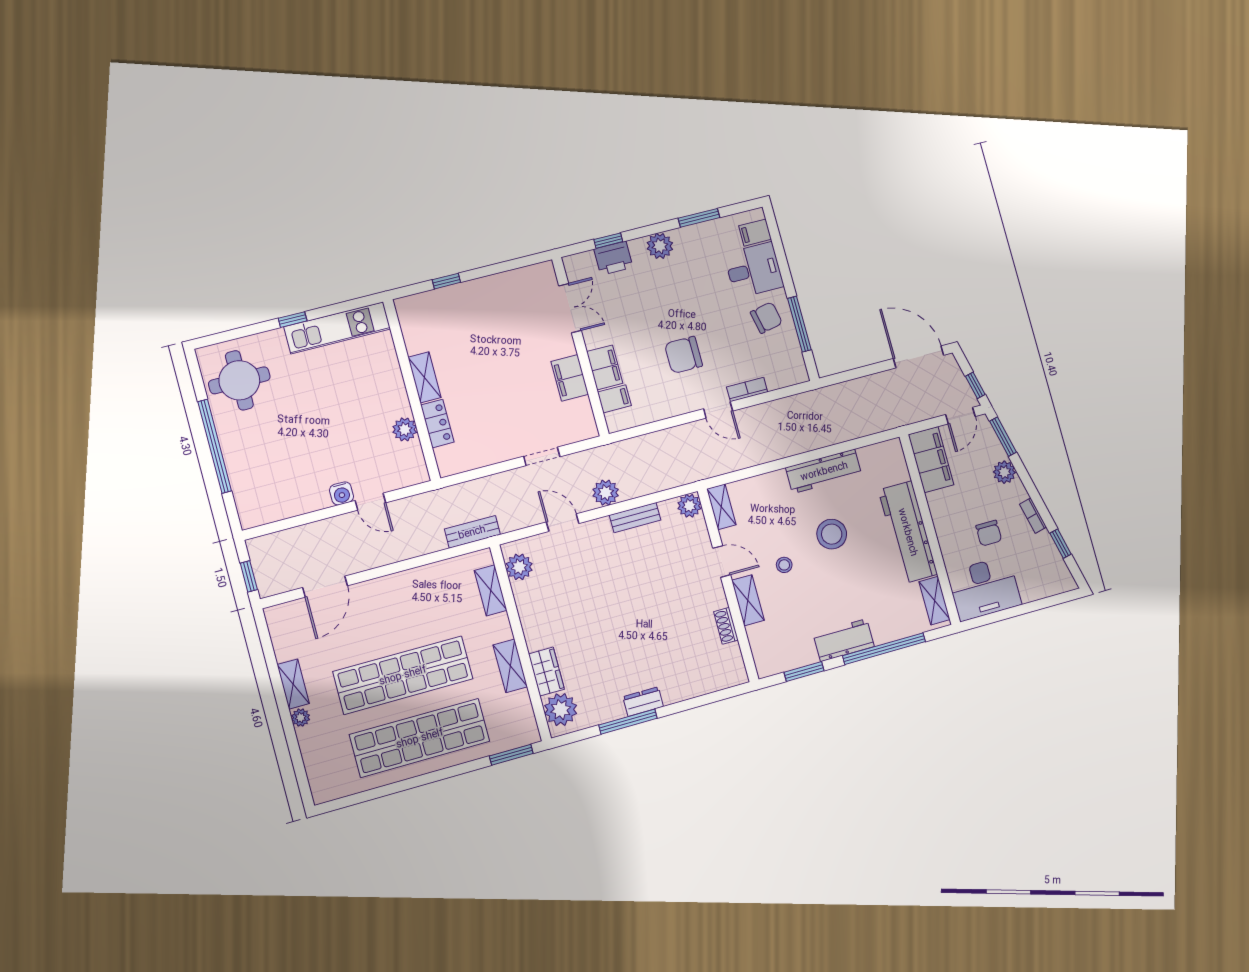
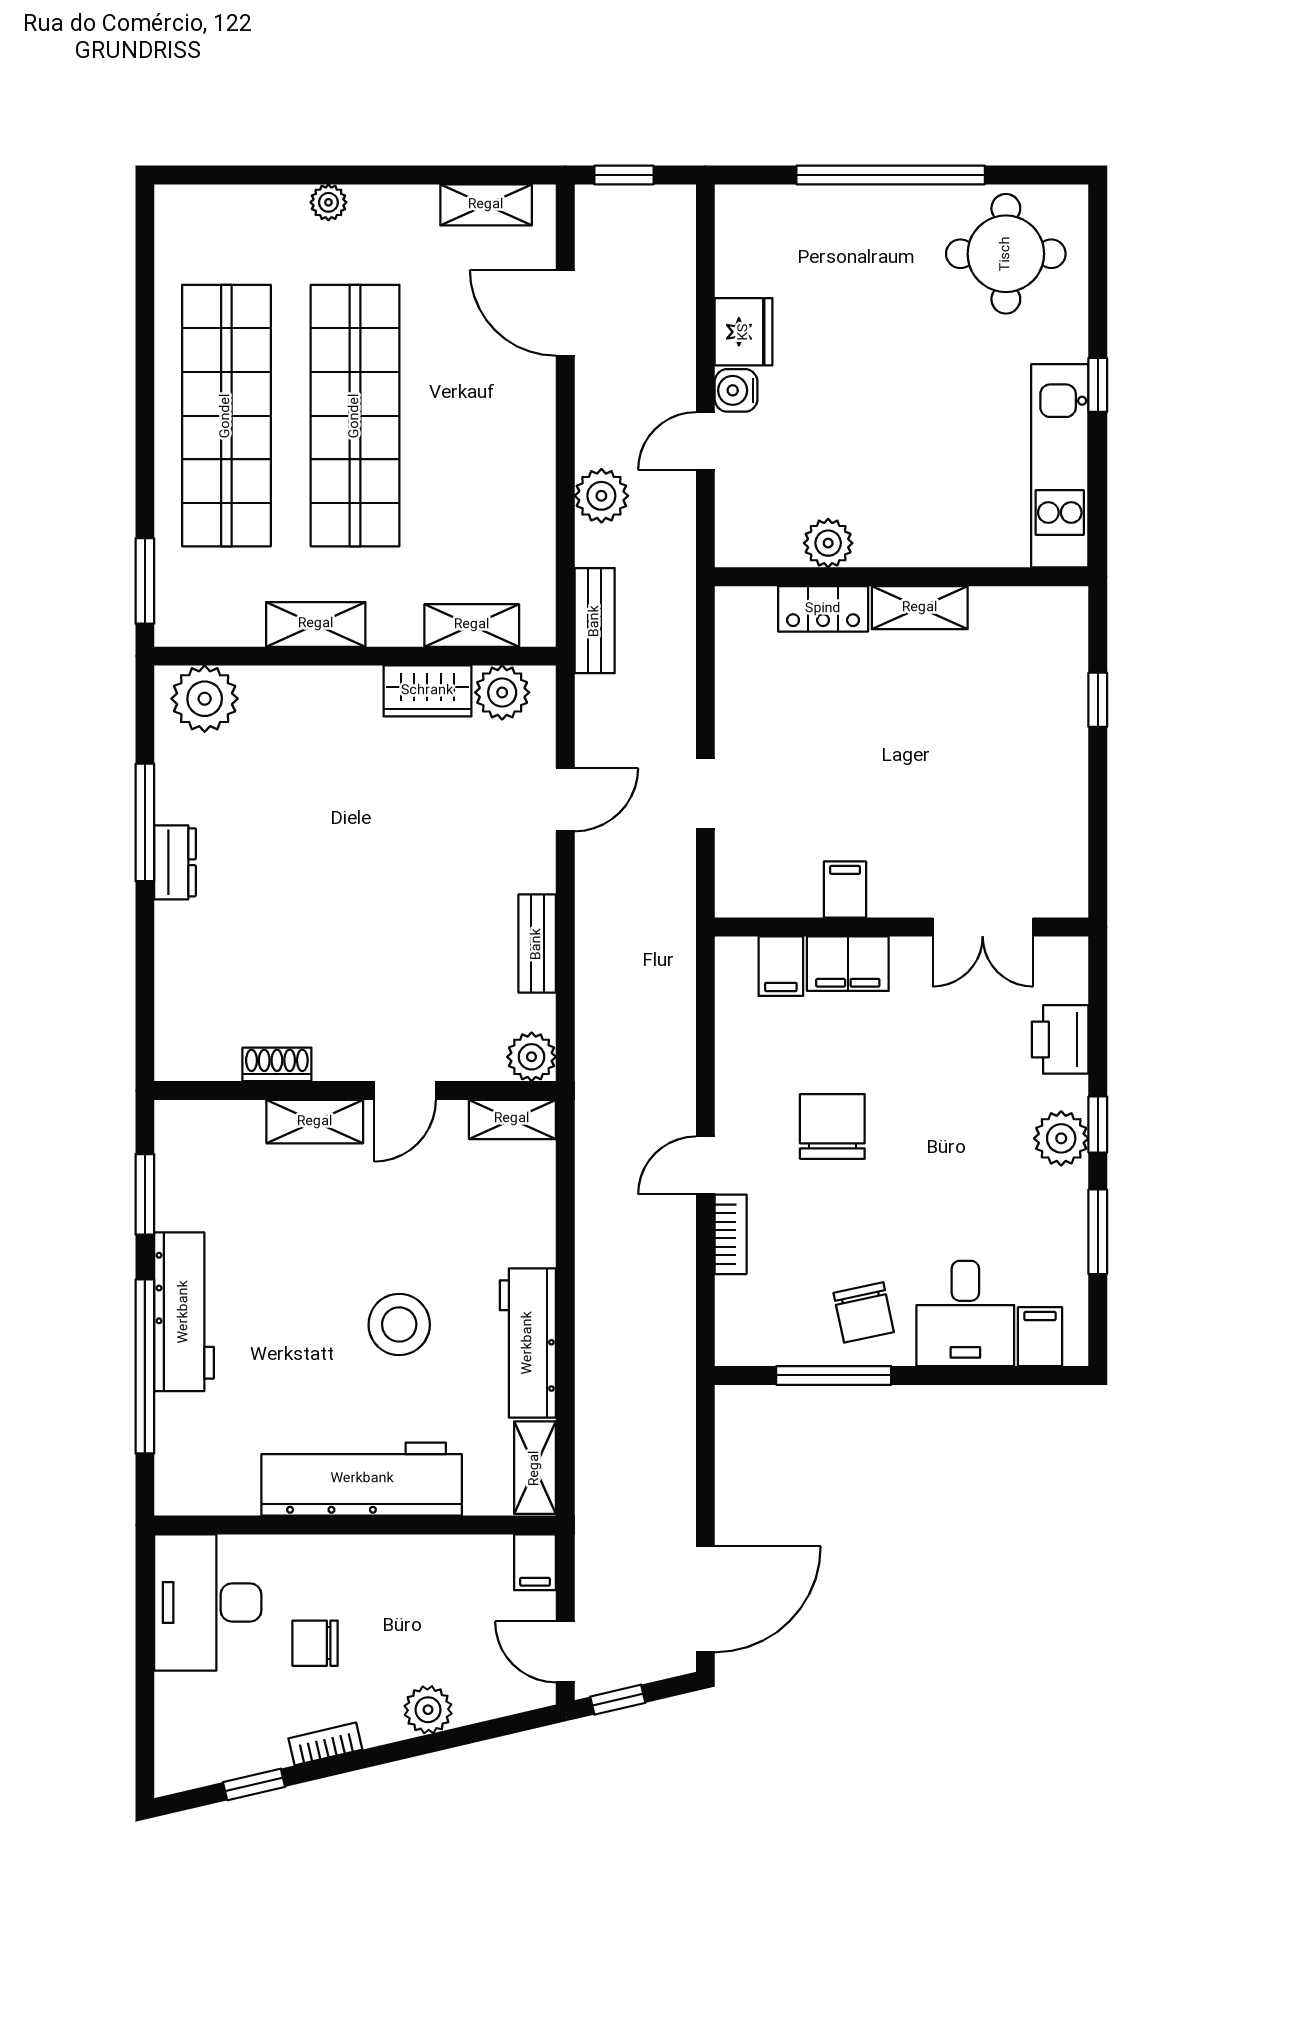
window: (608, 241) -> (1098, 1124), moved
filing cabinet: (570, 378) -> (845, 890), width x0.50
window: (1003, 437) -> (500, 1727), removed
filing cabinet: (931, 460) -> (535, 1562), width x0.33, depth x0.86
plant: (606, 493) -> (601, 496), moved
fridge: (312, 497) -> (744, 332), added
stool: (784, 565) -> (364, 1213), removed
shelving: (935, 601) -> (535, 1468), moved, turned 90
workbench: (844, 640) -> (184, 1312), width x1.38
wardrobe: (546, 672) -> (427, 691), moved
shelving: (293, 684) -> (486, 205), moved

